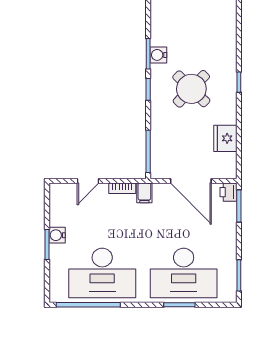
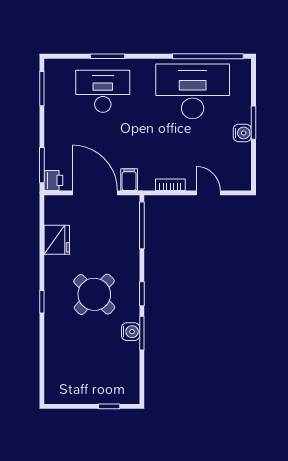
door: (88, 181) -> (208, 193), hinge flipped
filing cabinet: (144, 193) -> (129, 180), moved
desk: (184, 273) -> (103, 91), width x0.73, depth x0.77

